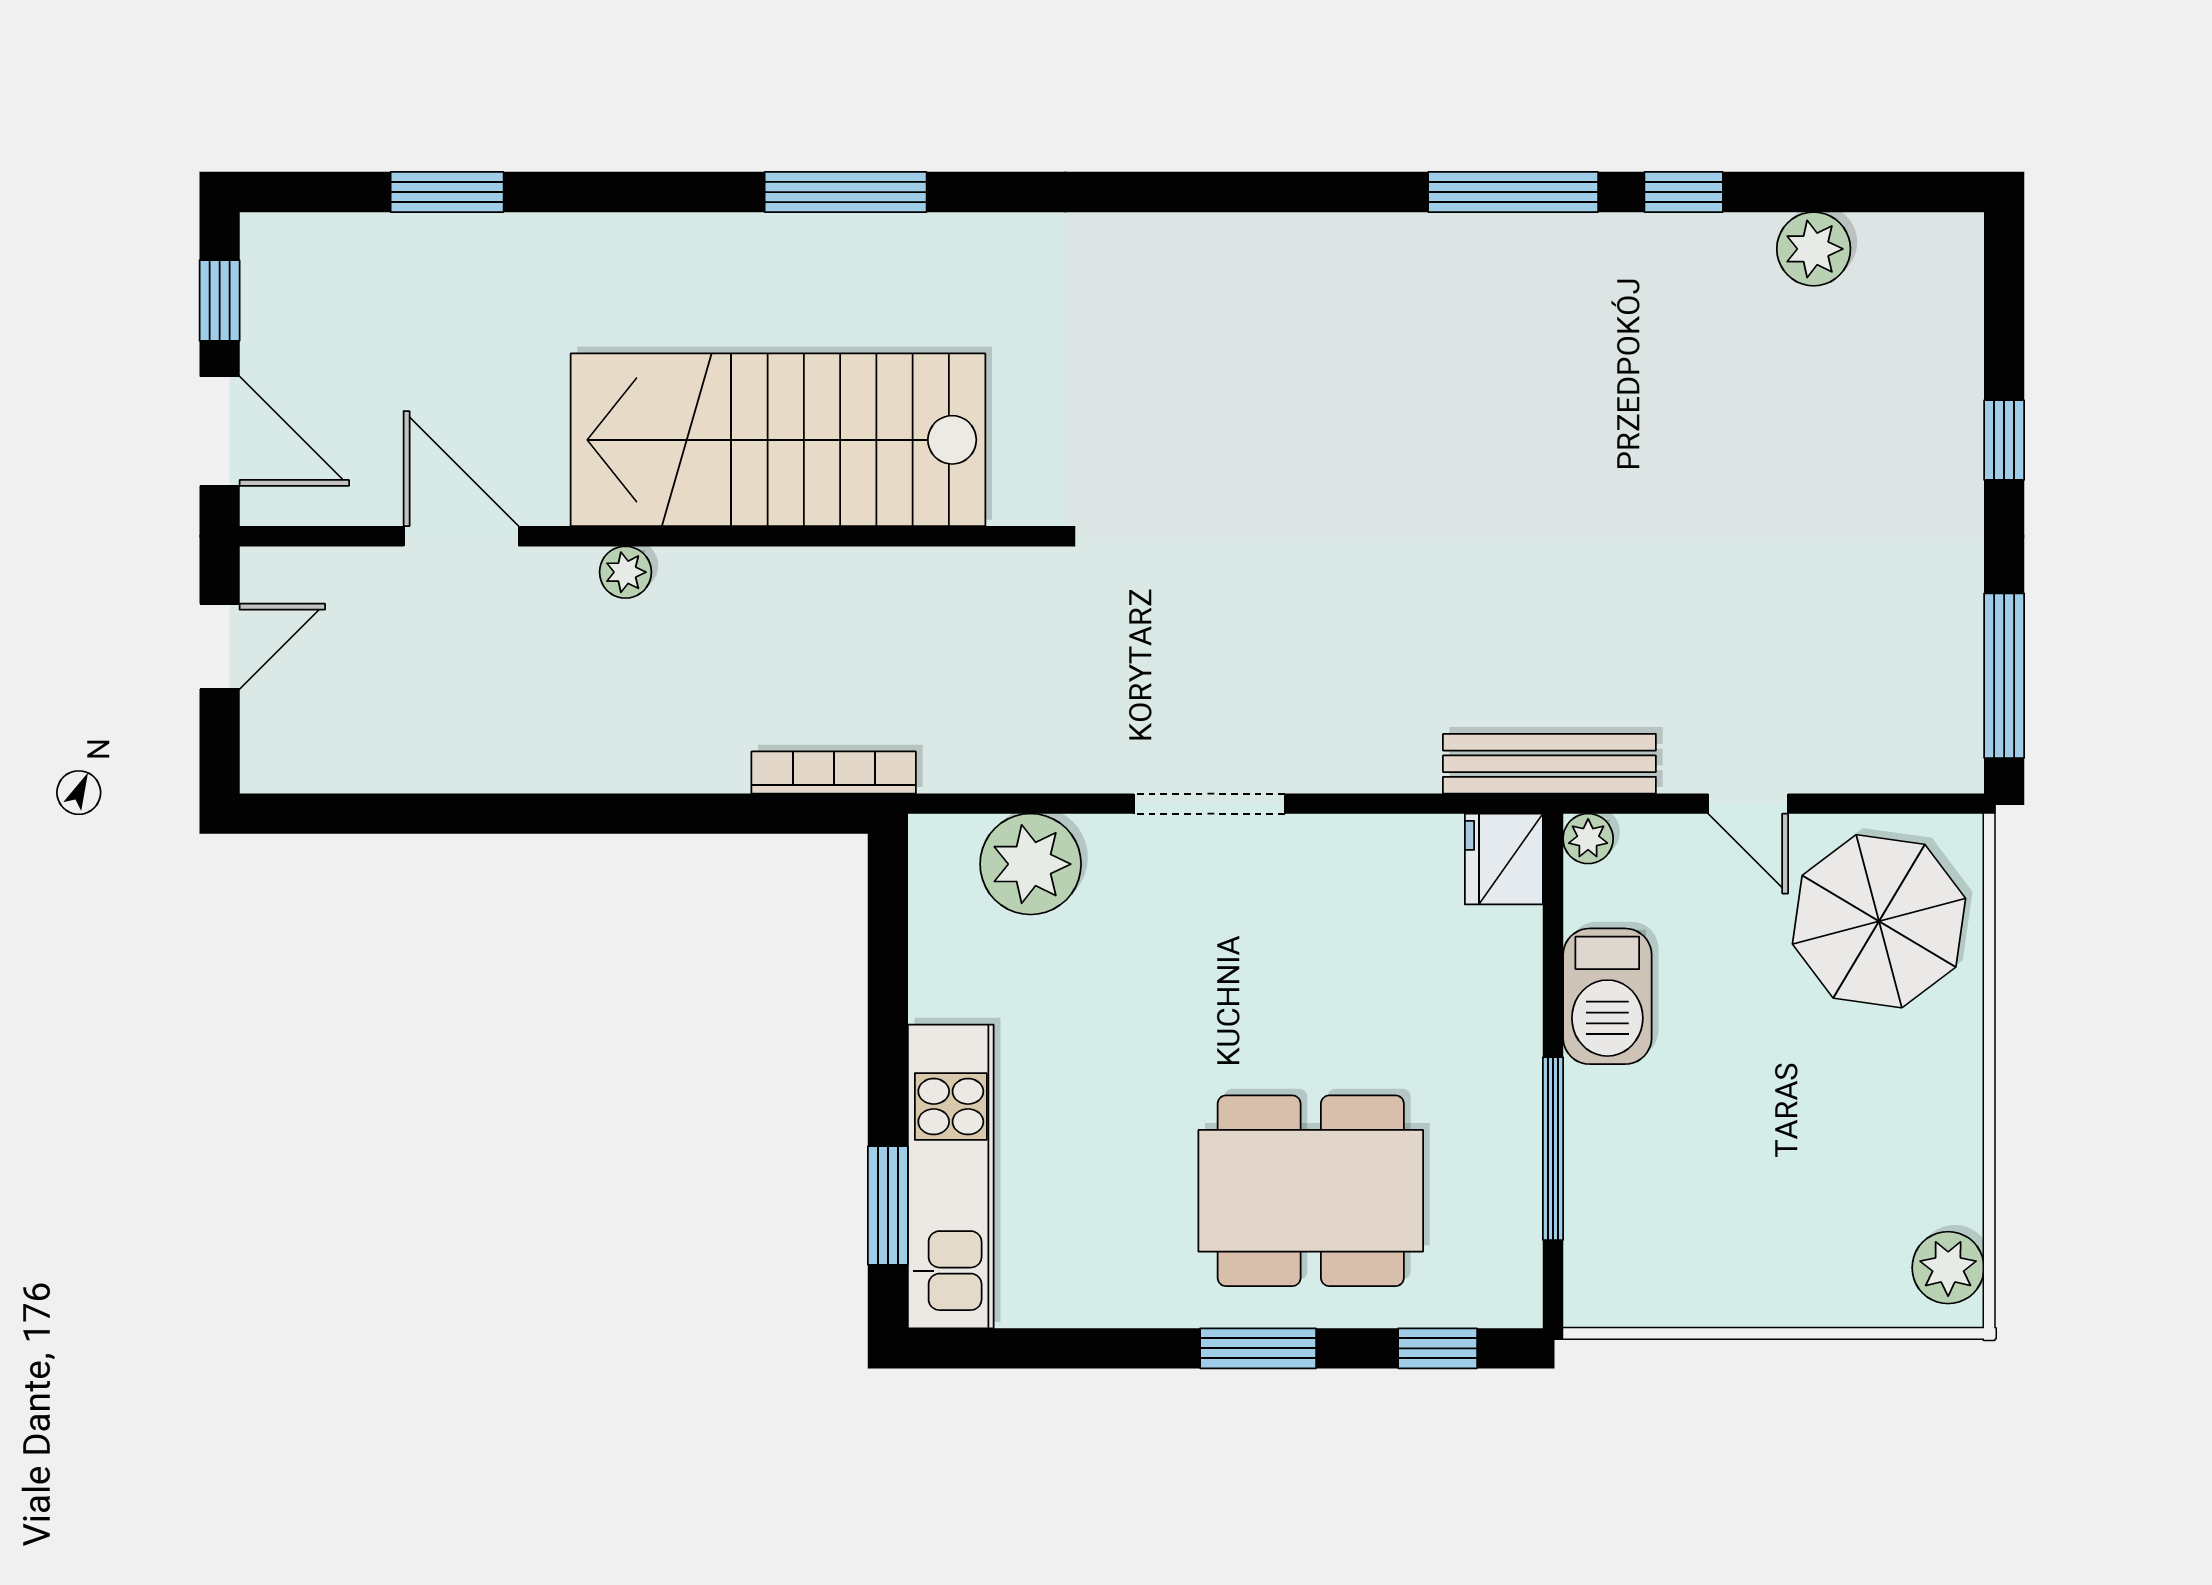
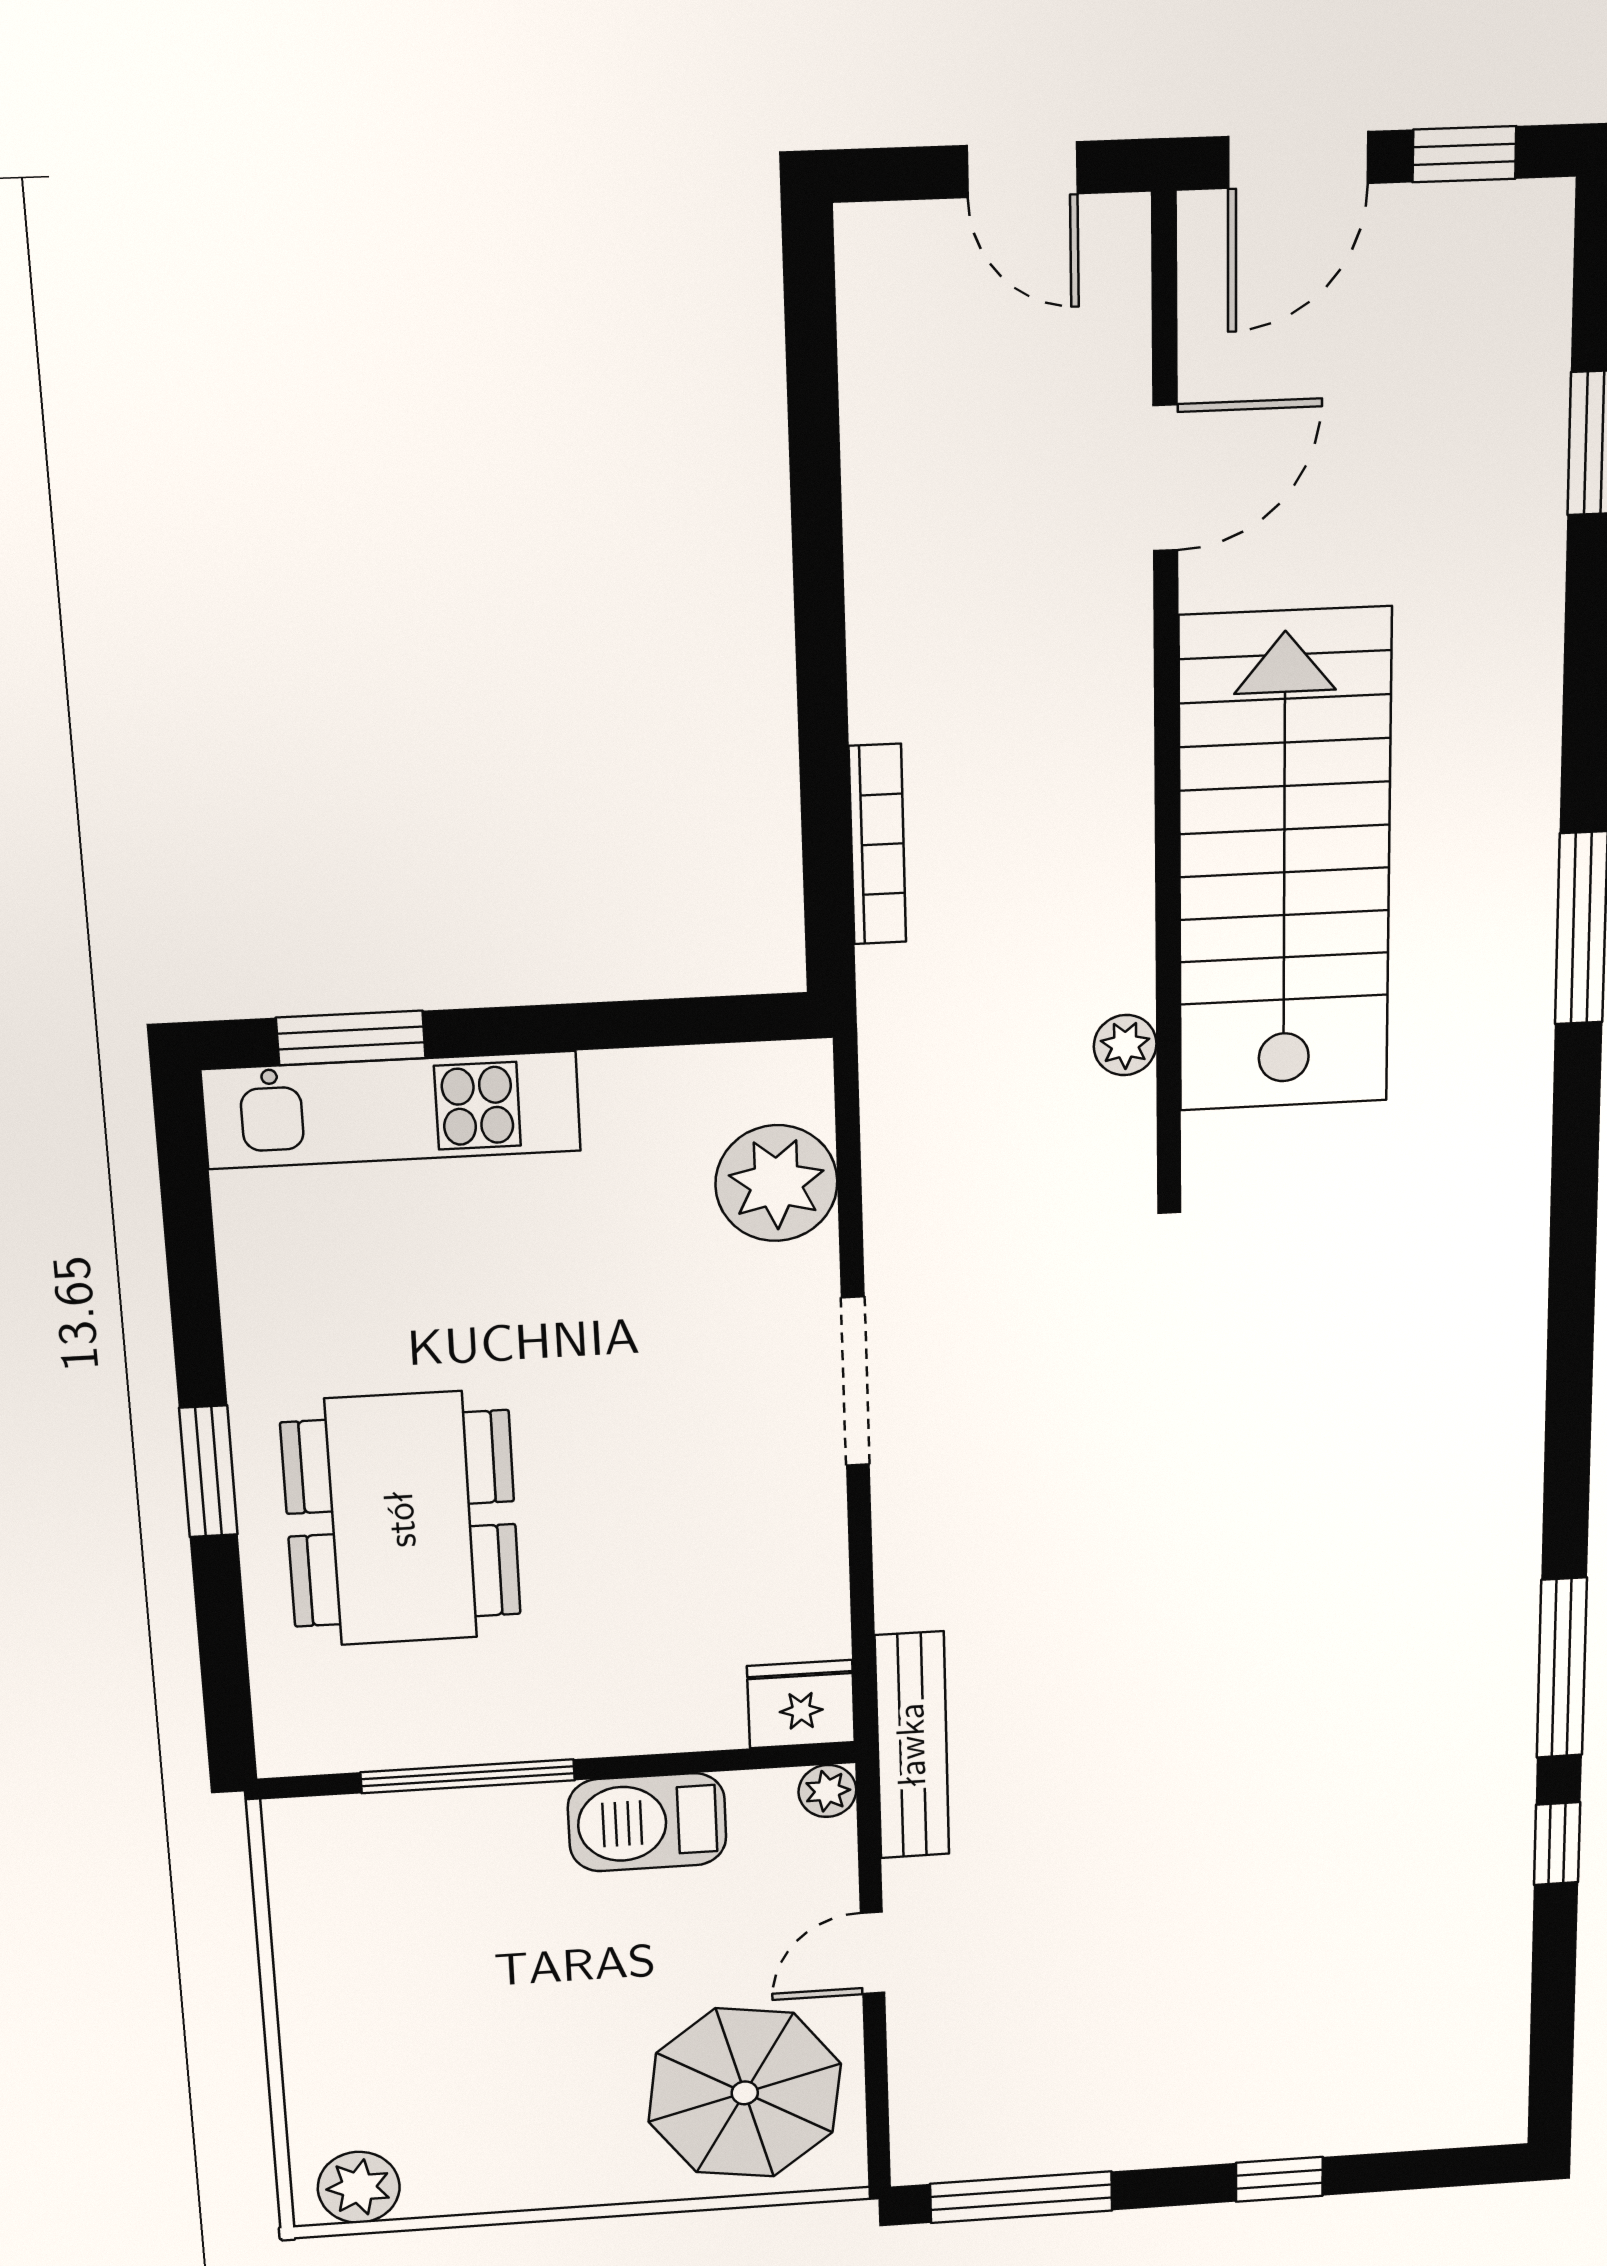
plant: (1814, 249) -> (1491, 1978), removed
plant: (625, 572) -> (1125, 1045), moved
bookcase: (834, 773) -> (878, 844), moved
window: (1438, 1348) -> (224, 1668), removed

